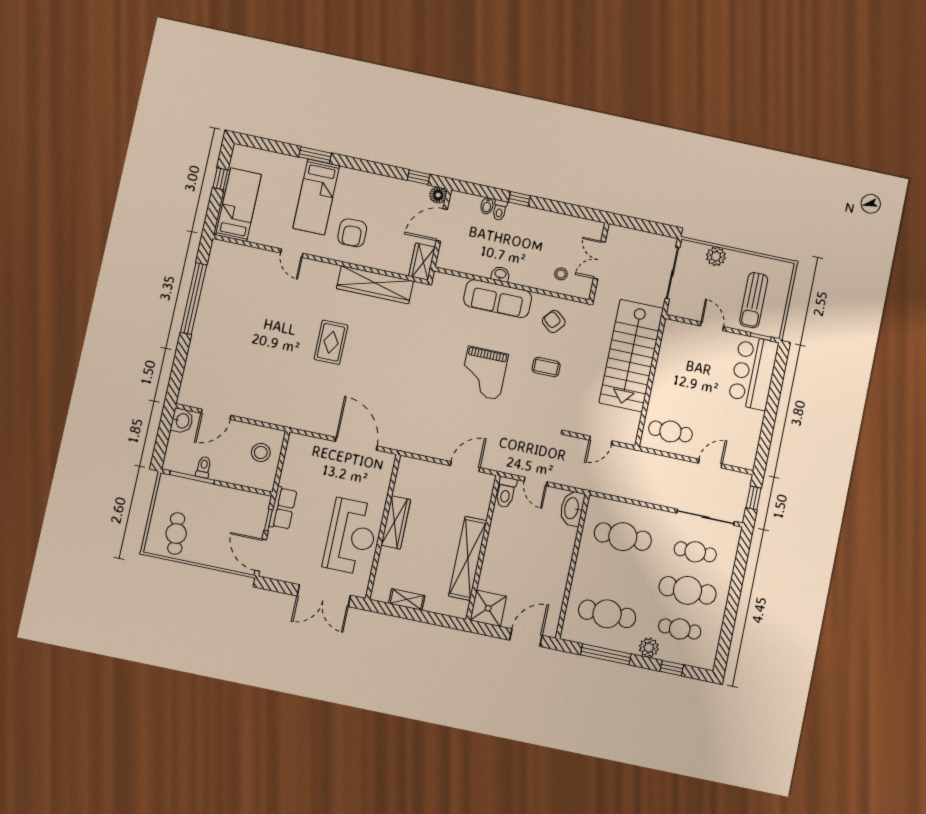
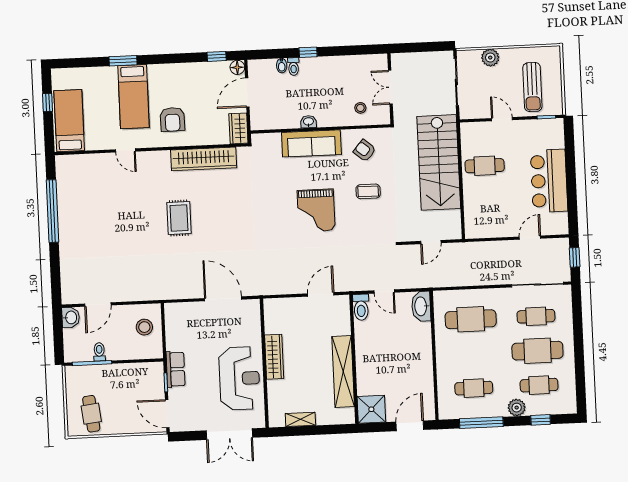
bar counter: (753, 373) -> (549, 181), moved
cafe table: (670, 431) -> (485, 166), moved
cafe table: (607, 614) -> (474, 388), width x0.73, depth x0.74

